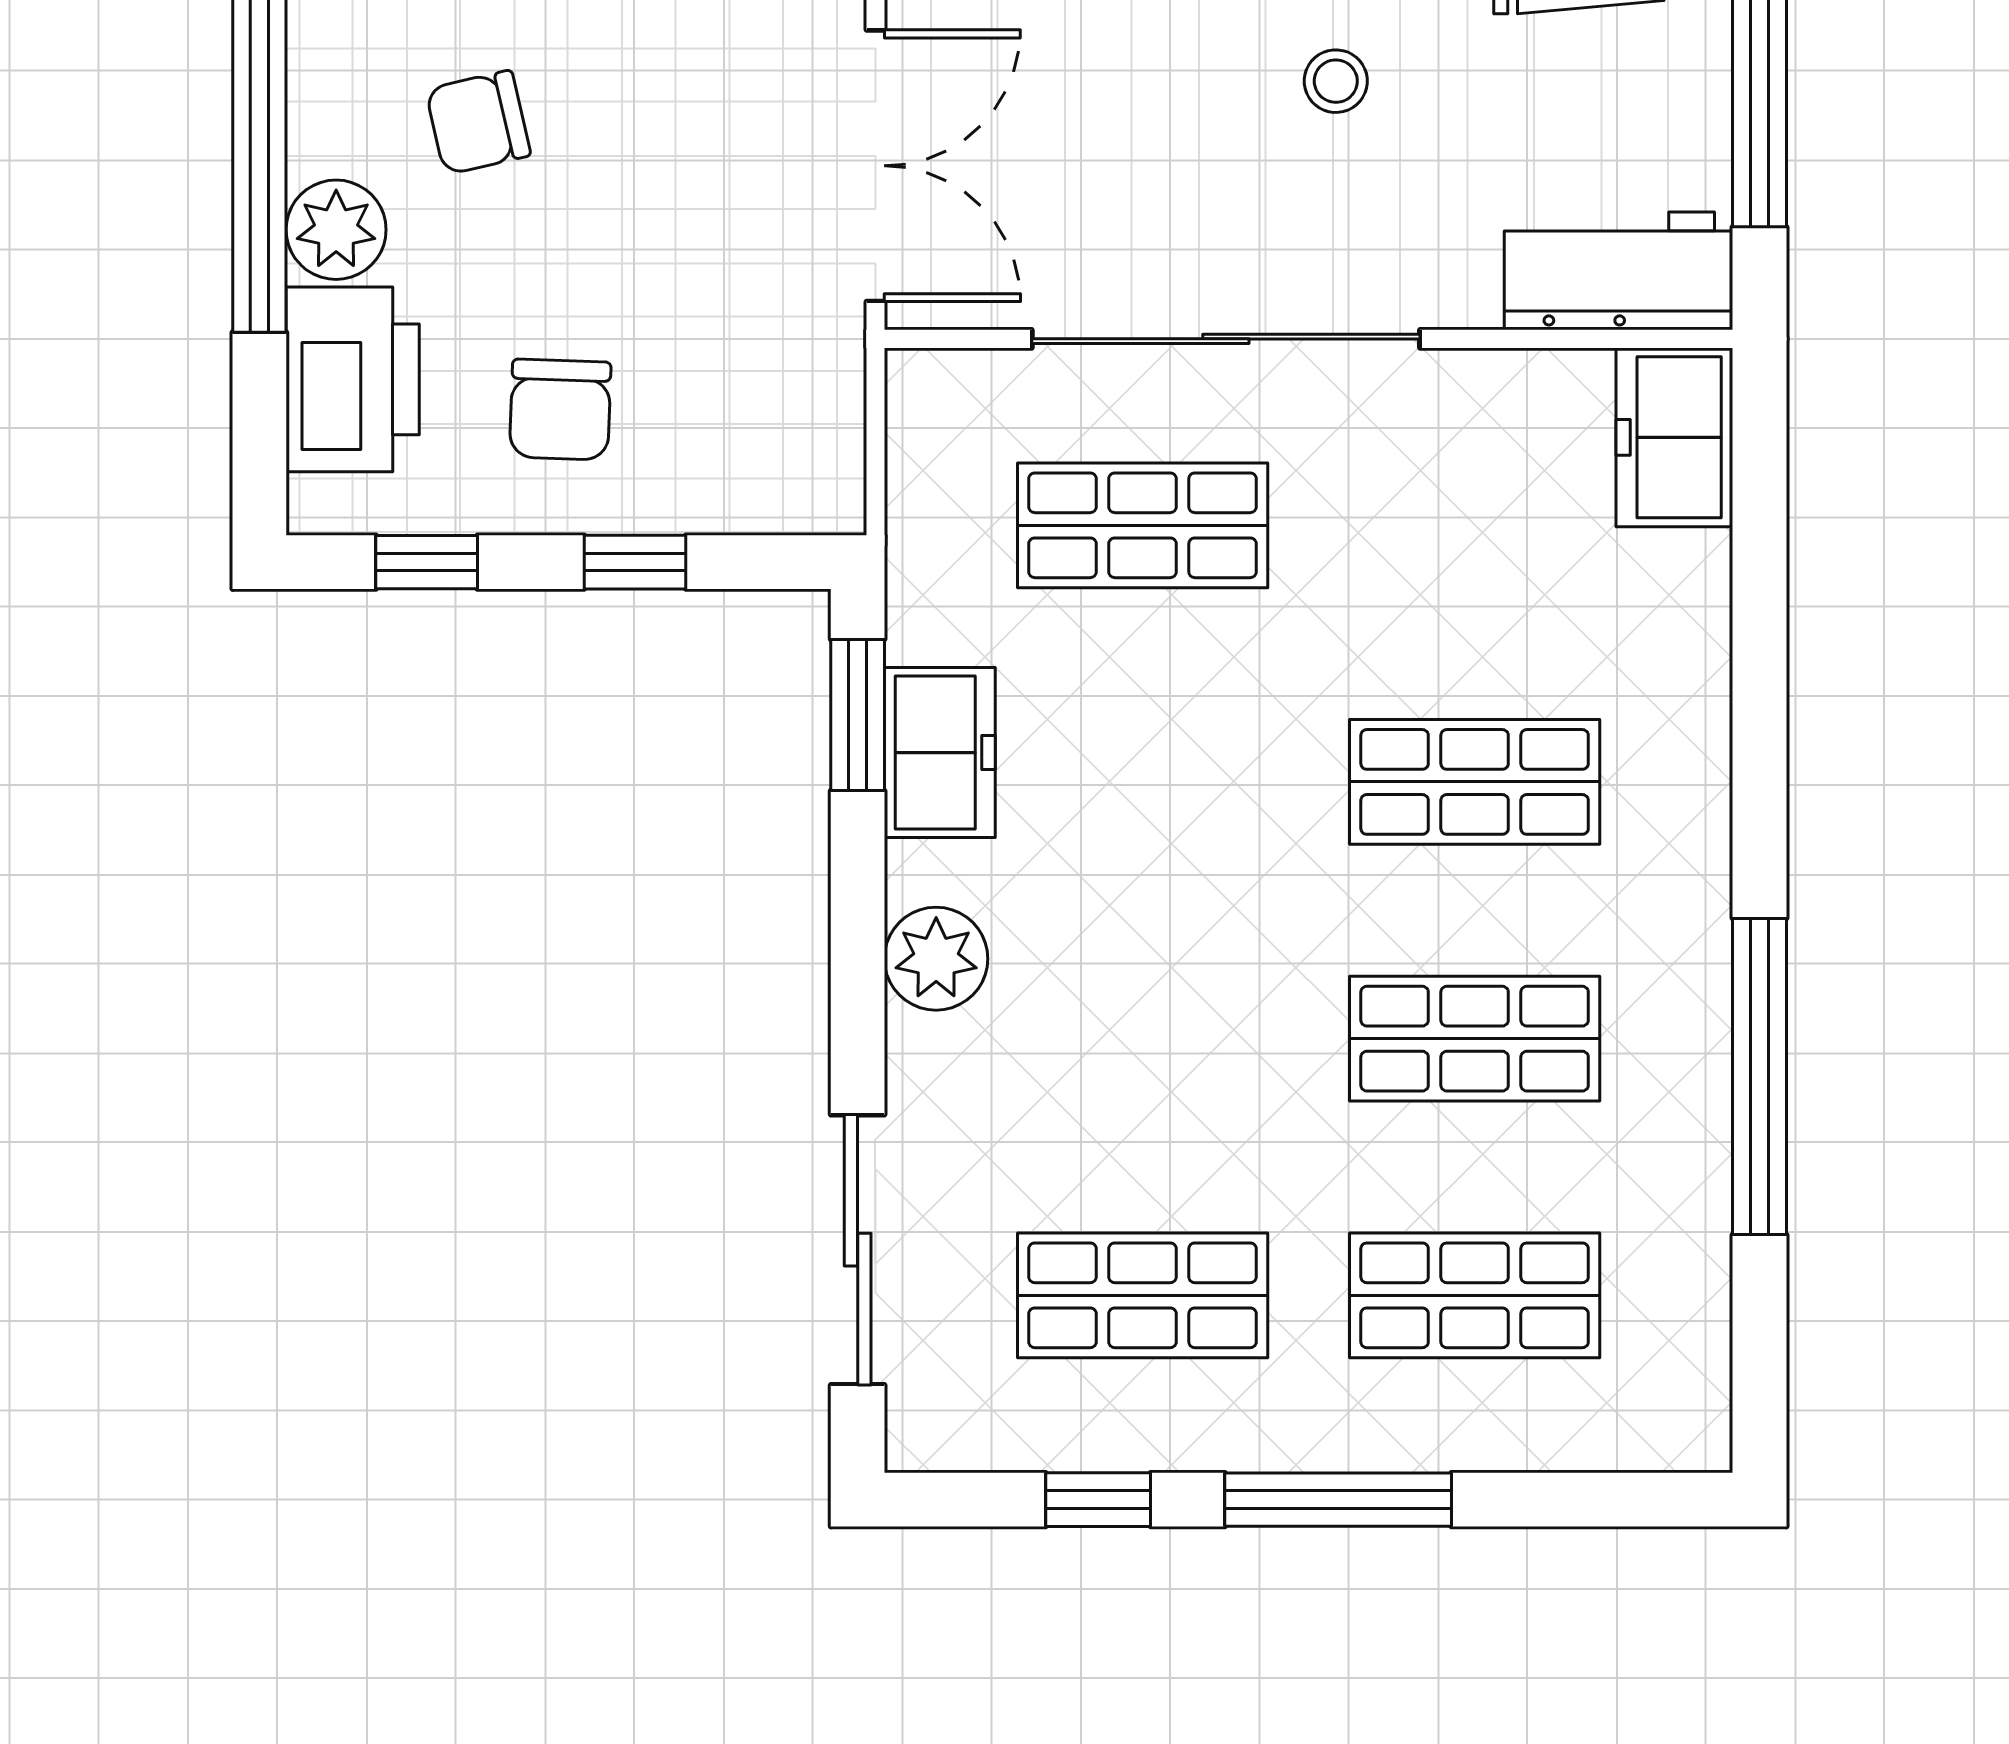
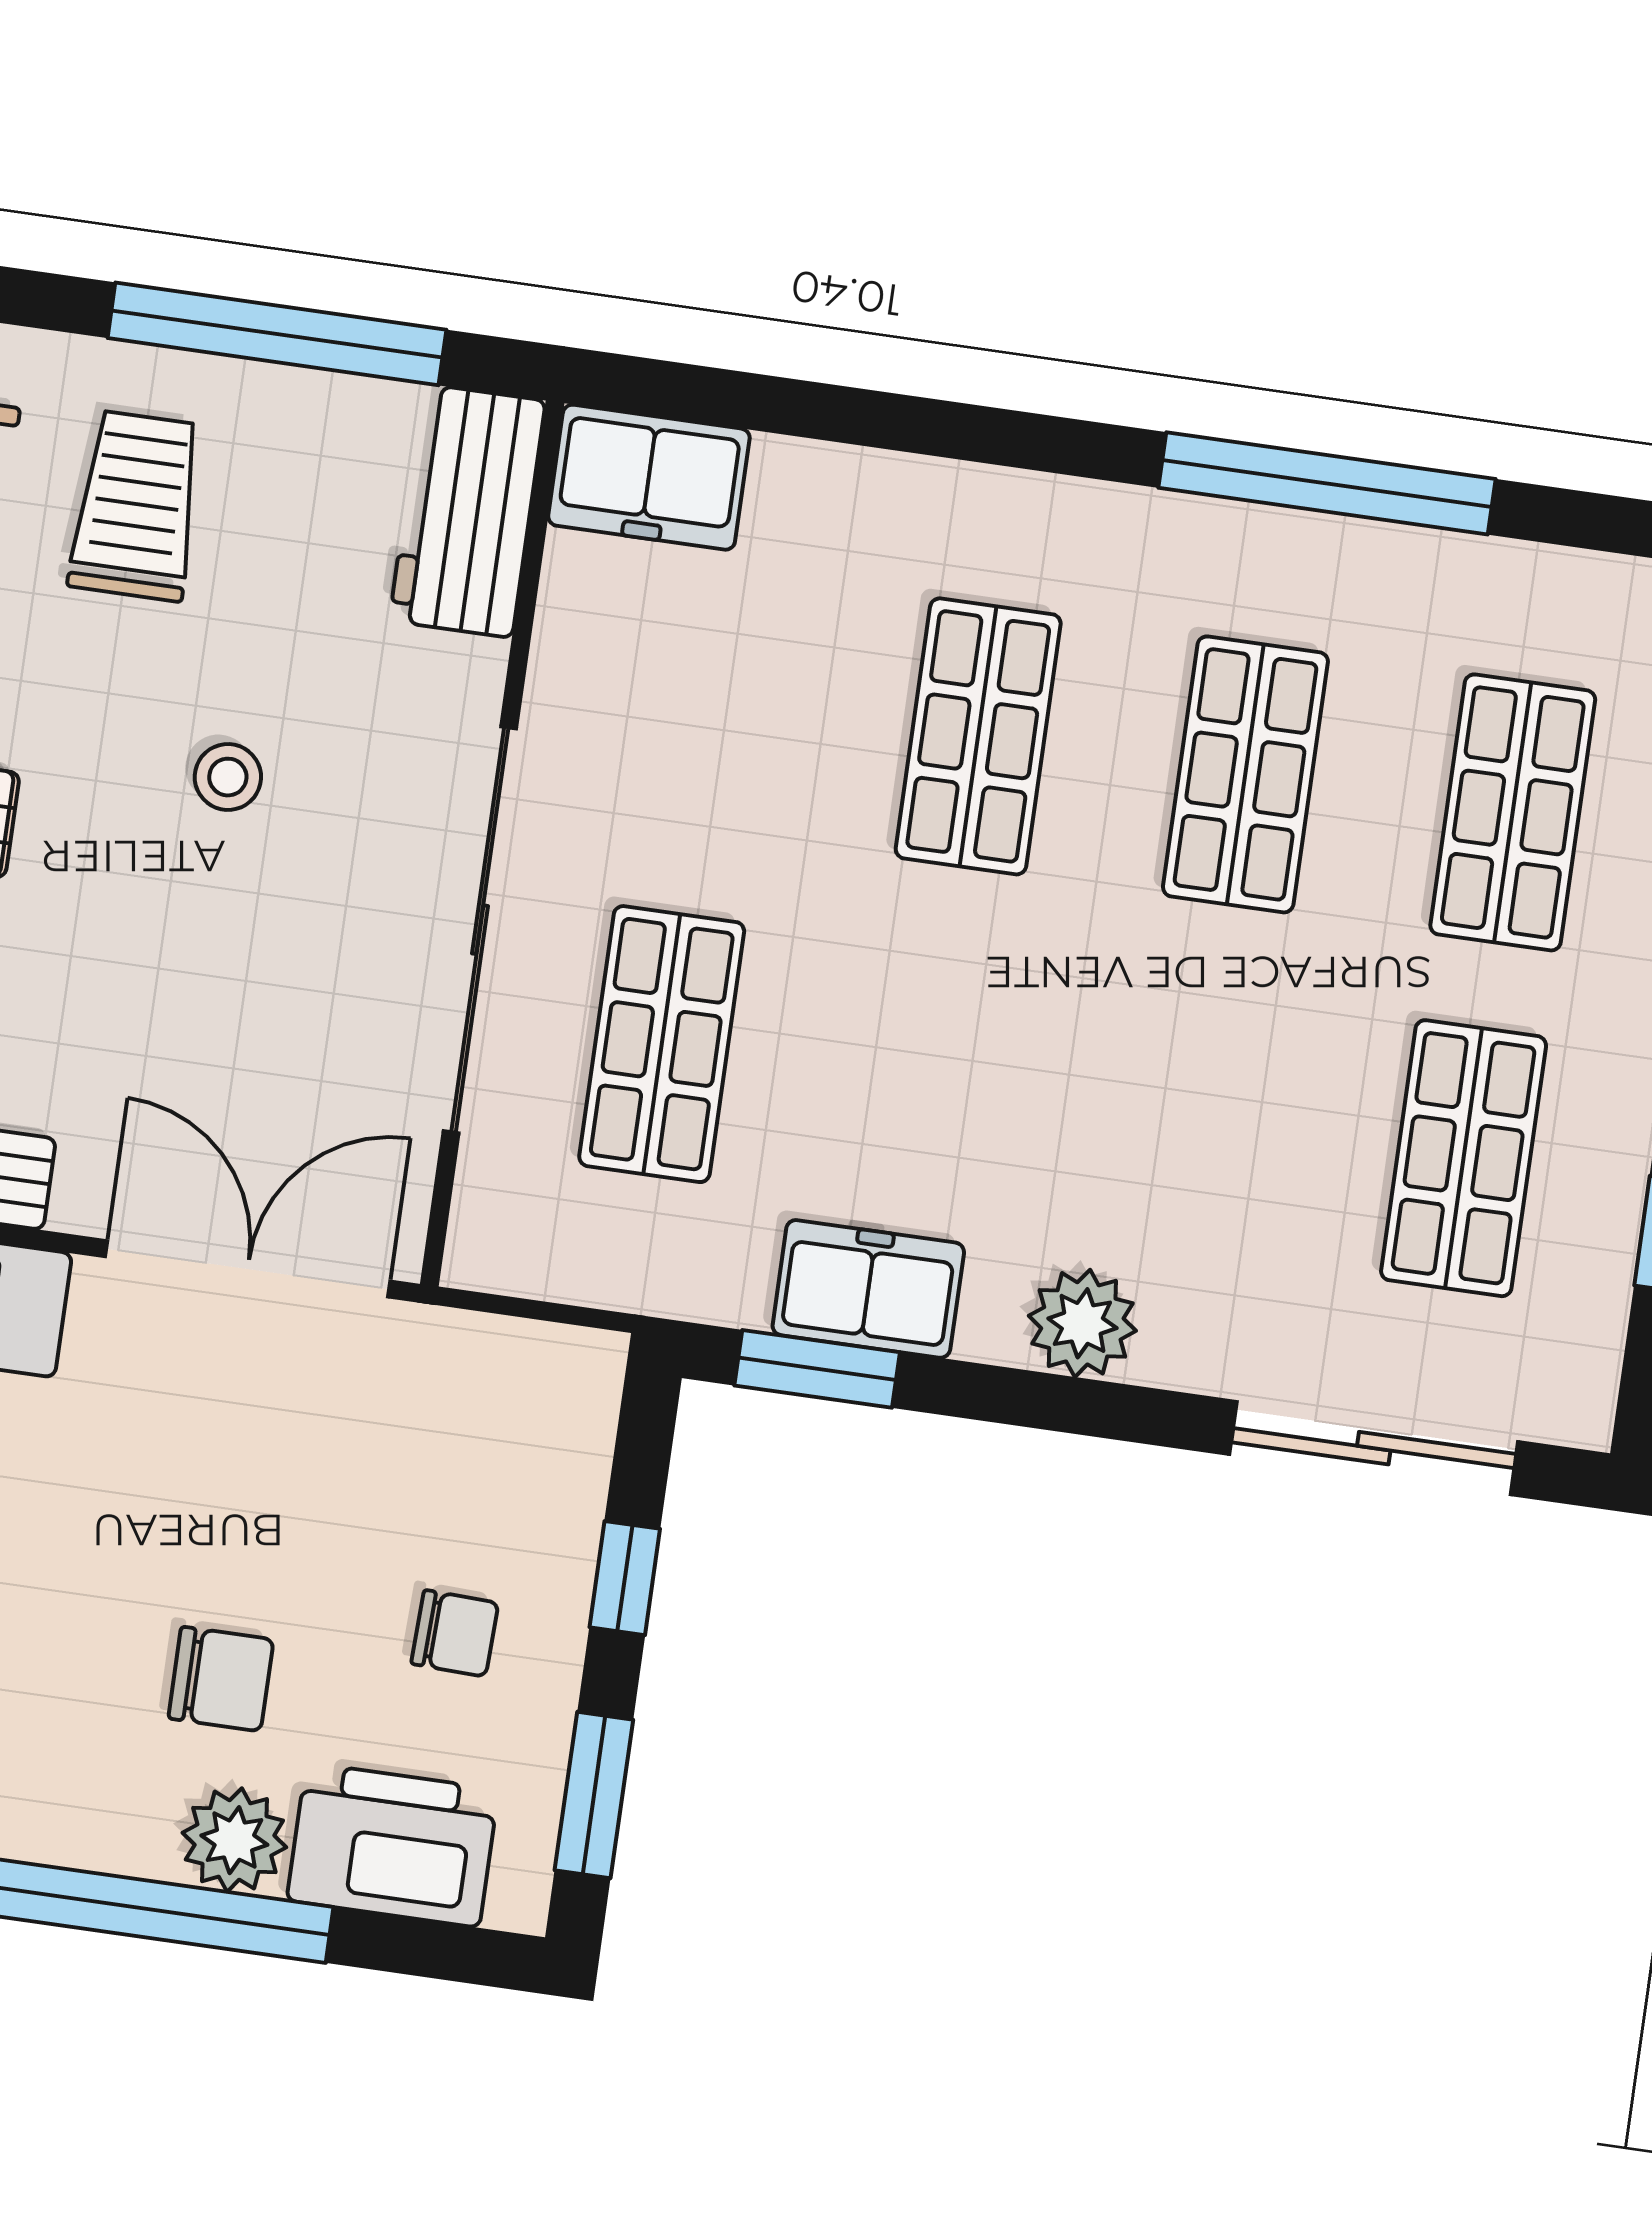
chair: (478, 122) -> (221, 1679), moved, turned -77
chair: (560, 410) -> (455, 1633), width x0.73, depth x0.73
window: (427, 562) -> (594, 1795), width x1.50

